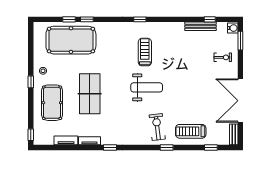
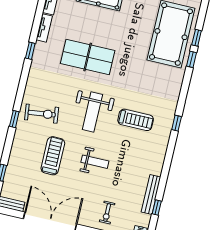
weight bench: (185, 76) -> (95, 162), added
table tennis table: (90, 94) -> (88, 57), moved
treadmill: (191, 131) -> (53, 156), moved

